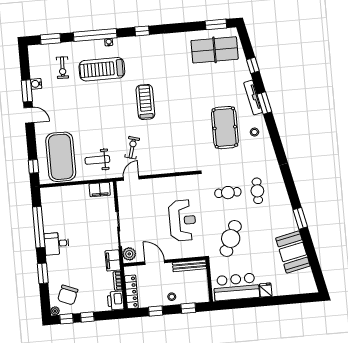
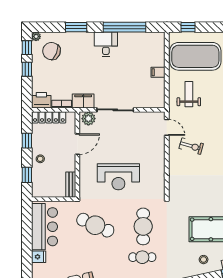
exercise bike: (132, 148) -> (191, 146), moved
filing cabinet: (100, 189) -> (158, 72), moved, width x0.50
cafe table: (228, 193) -> (143, 226), width x1.37, depth x1.35
bench: (189, 266) -> (71, 185), width x0.73

